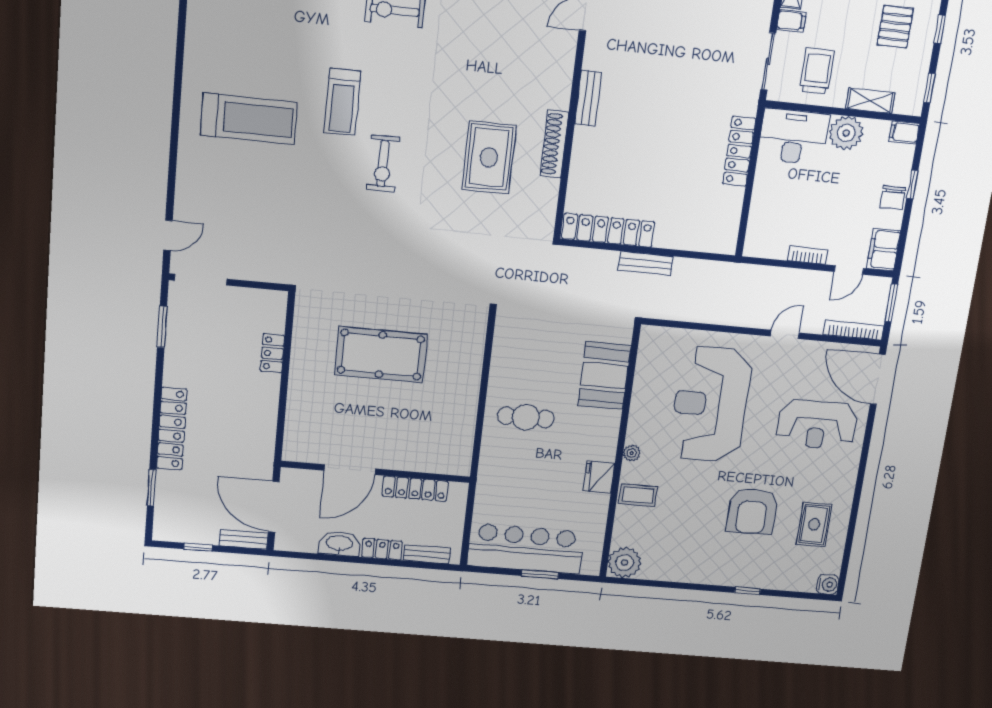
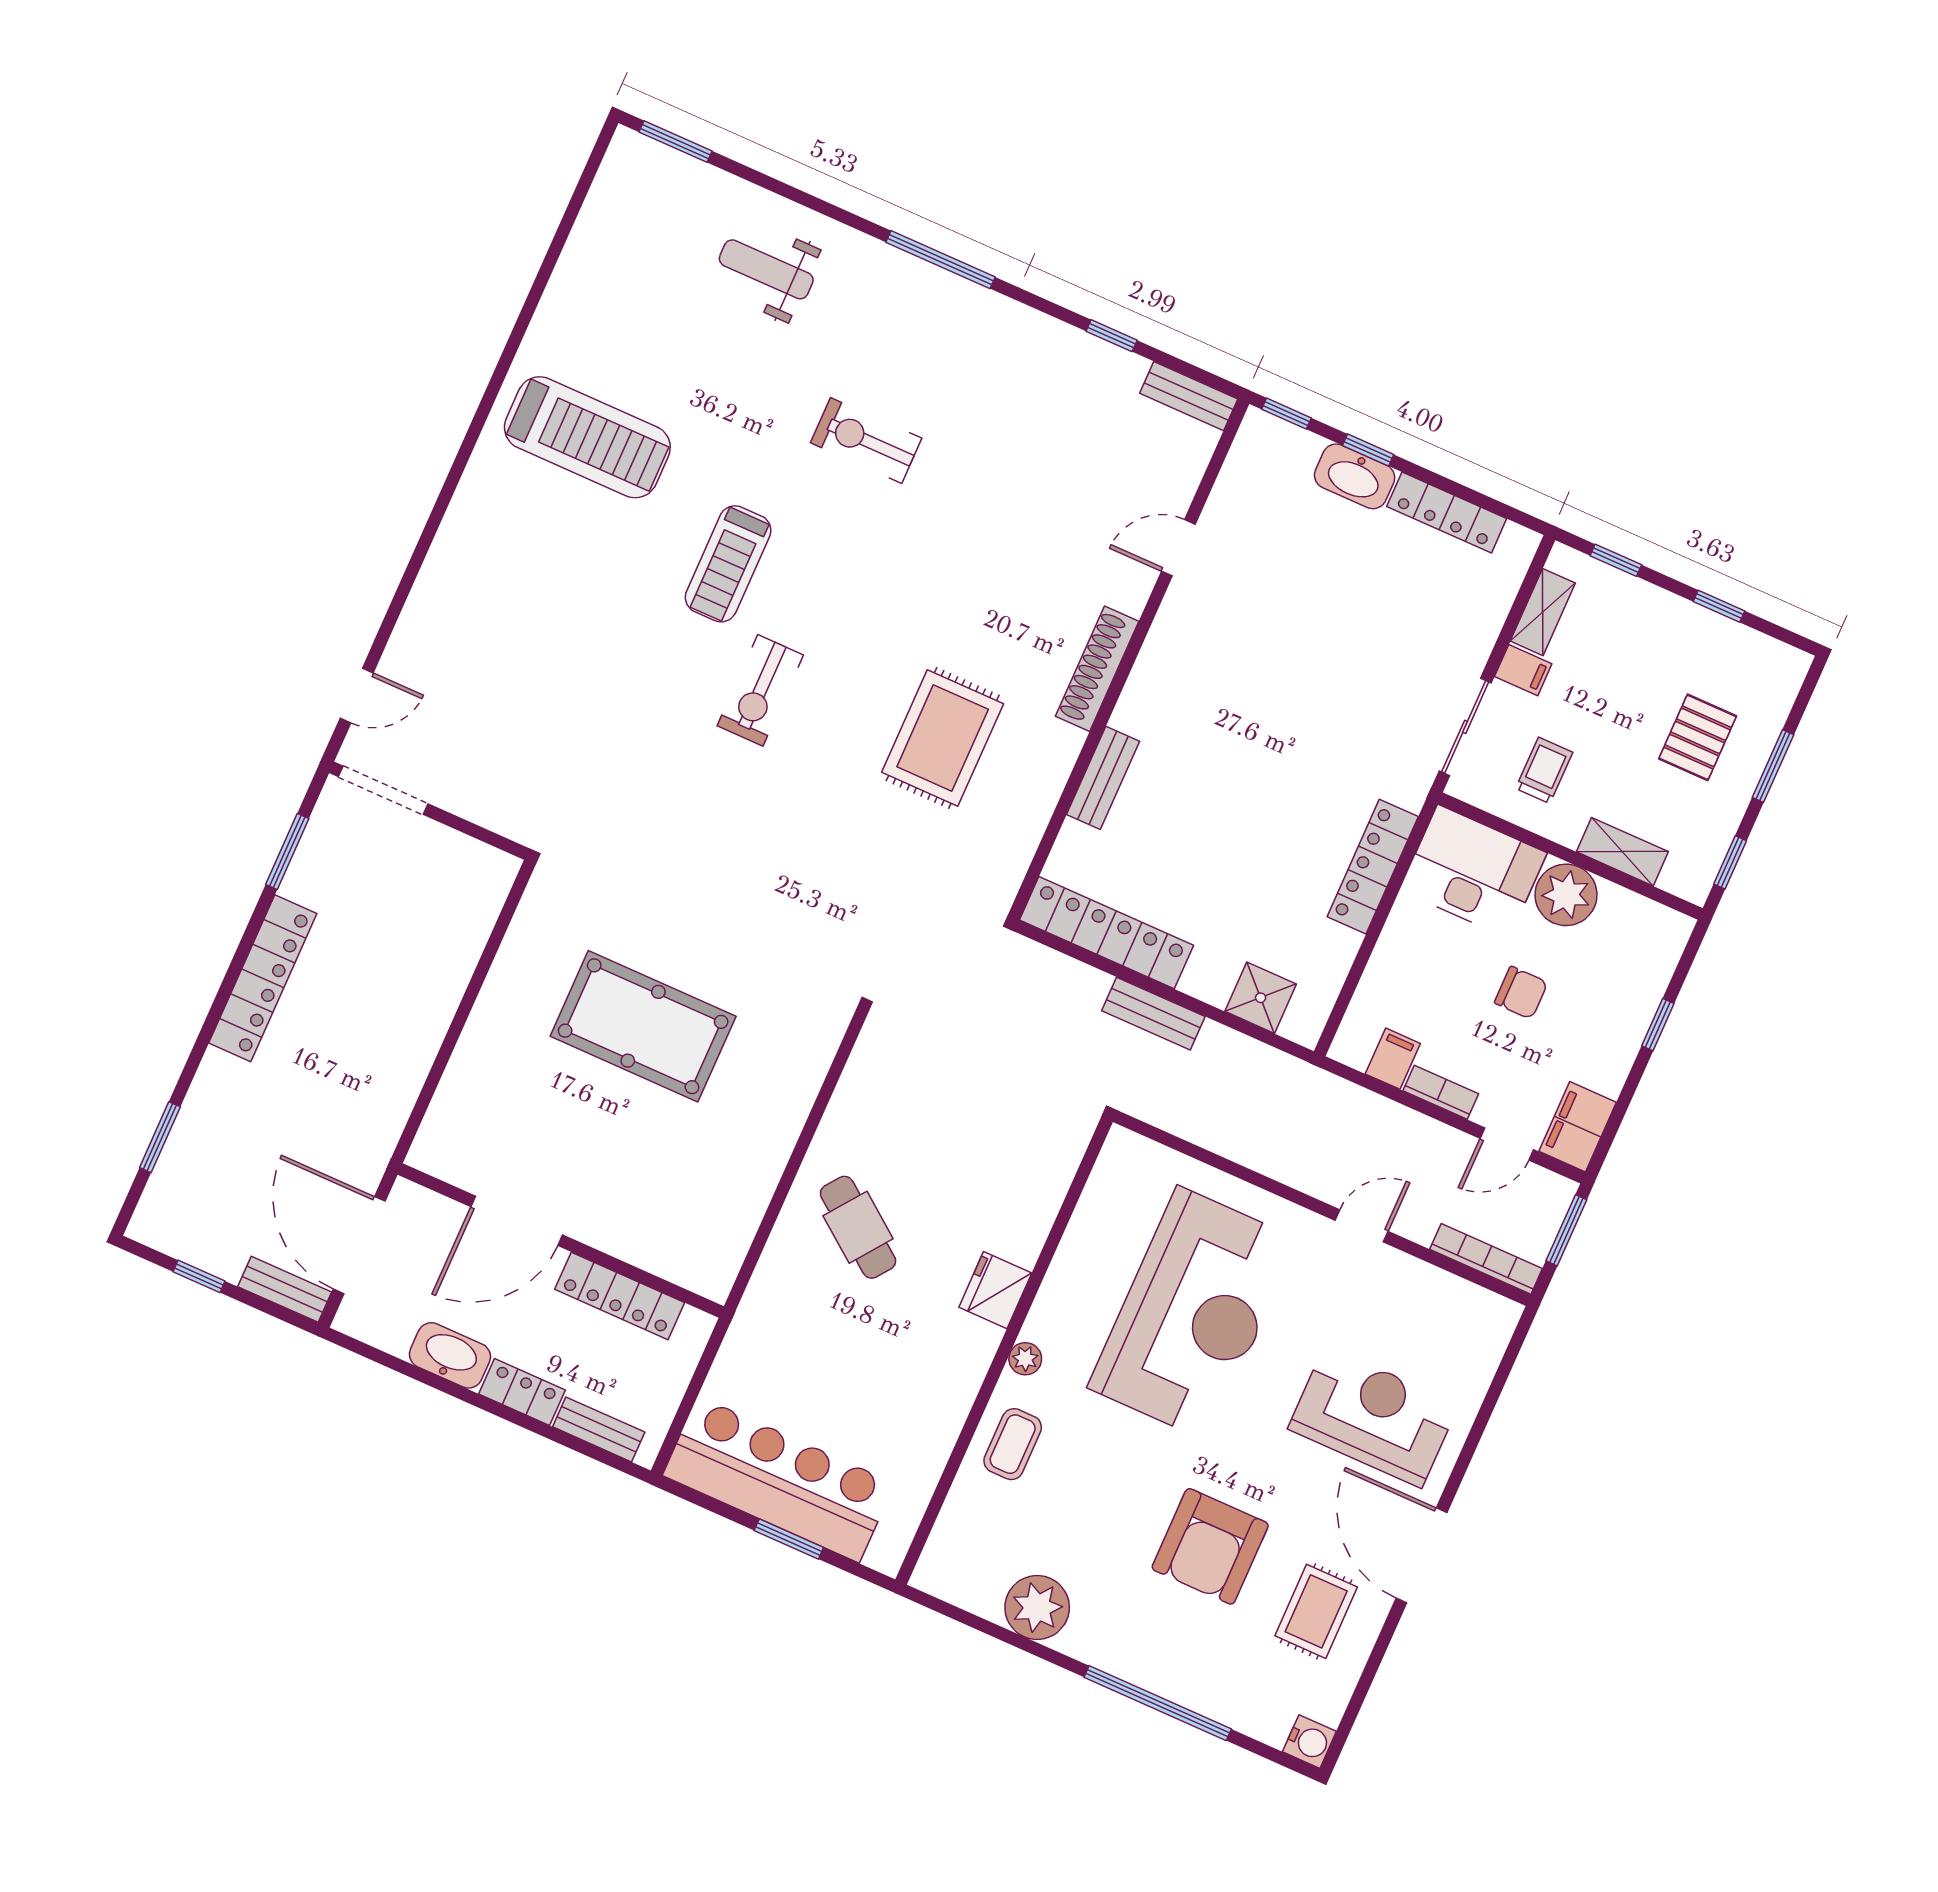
window: (940, 29) -> (1773, 766), width x1.50
trolley: (817, 71) -> (1544, 770), width x0.73, depth x0.72
bench: (588, 98) -> (1103, 778), moved
treadmill: (249, 119) -> (587, 437), moved
filing cabinet: (904, 132) -> (1393, 1059), moved, turned 90
shoe rack: (554, 144) -> (1097, 669), moved
chair: (893, 198) -> (1521, 993), moved, turned -90
shower: (699, 237) -> (1261, 998), added
locker: (272, 353) -> (458, 961), removed
booth: (604, 375) -> (1020, 1195), removed
door: (878, 379) -> (1422, 1555), moved
reception desk: (711, 404) -> (1193, 1313), turned 180
cafe table: (526, 417) -> (858, 1227), turned 37
reception desk: (817, 425) -> (1373, 1417), turned 180
locker: (172, 429) -> (263, 978), moved
fridge: (599, 477) -> (995, 1290), moved
coffee table: (638, 495) -> (1013, 1444), turned 90
plant: (625, 563) -> (1037, 1608), moved
window: (748, 591) -> (1158, 1703), width x3.17

